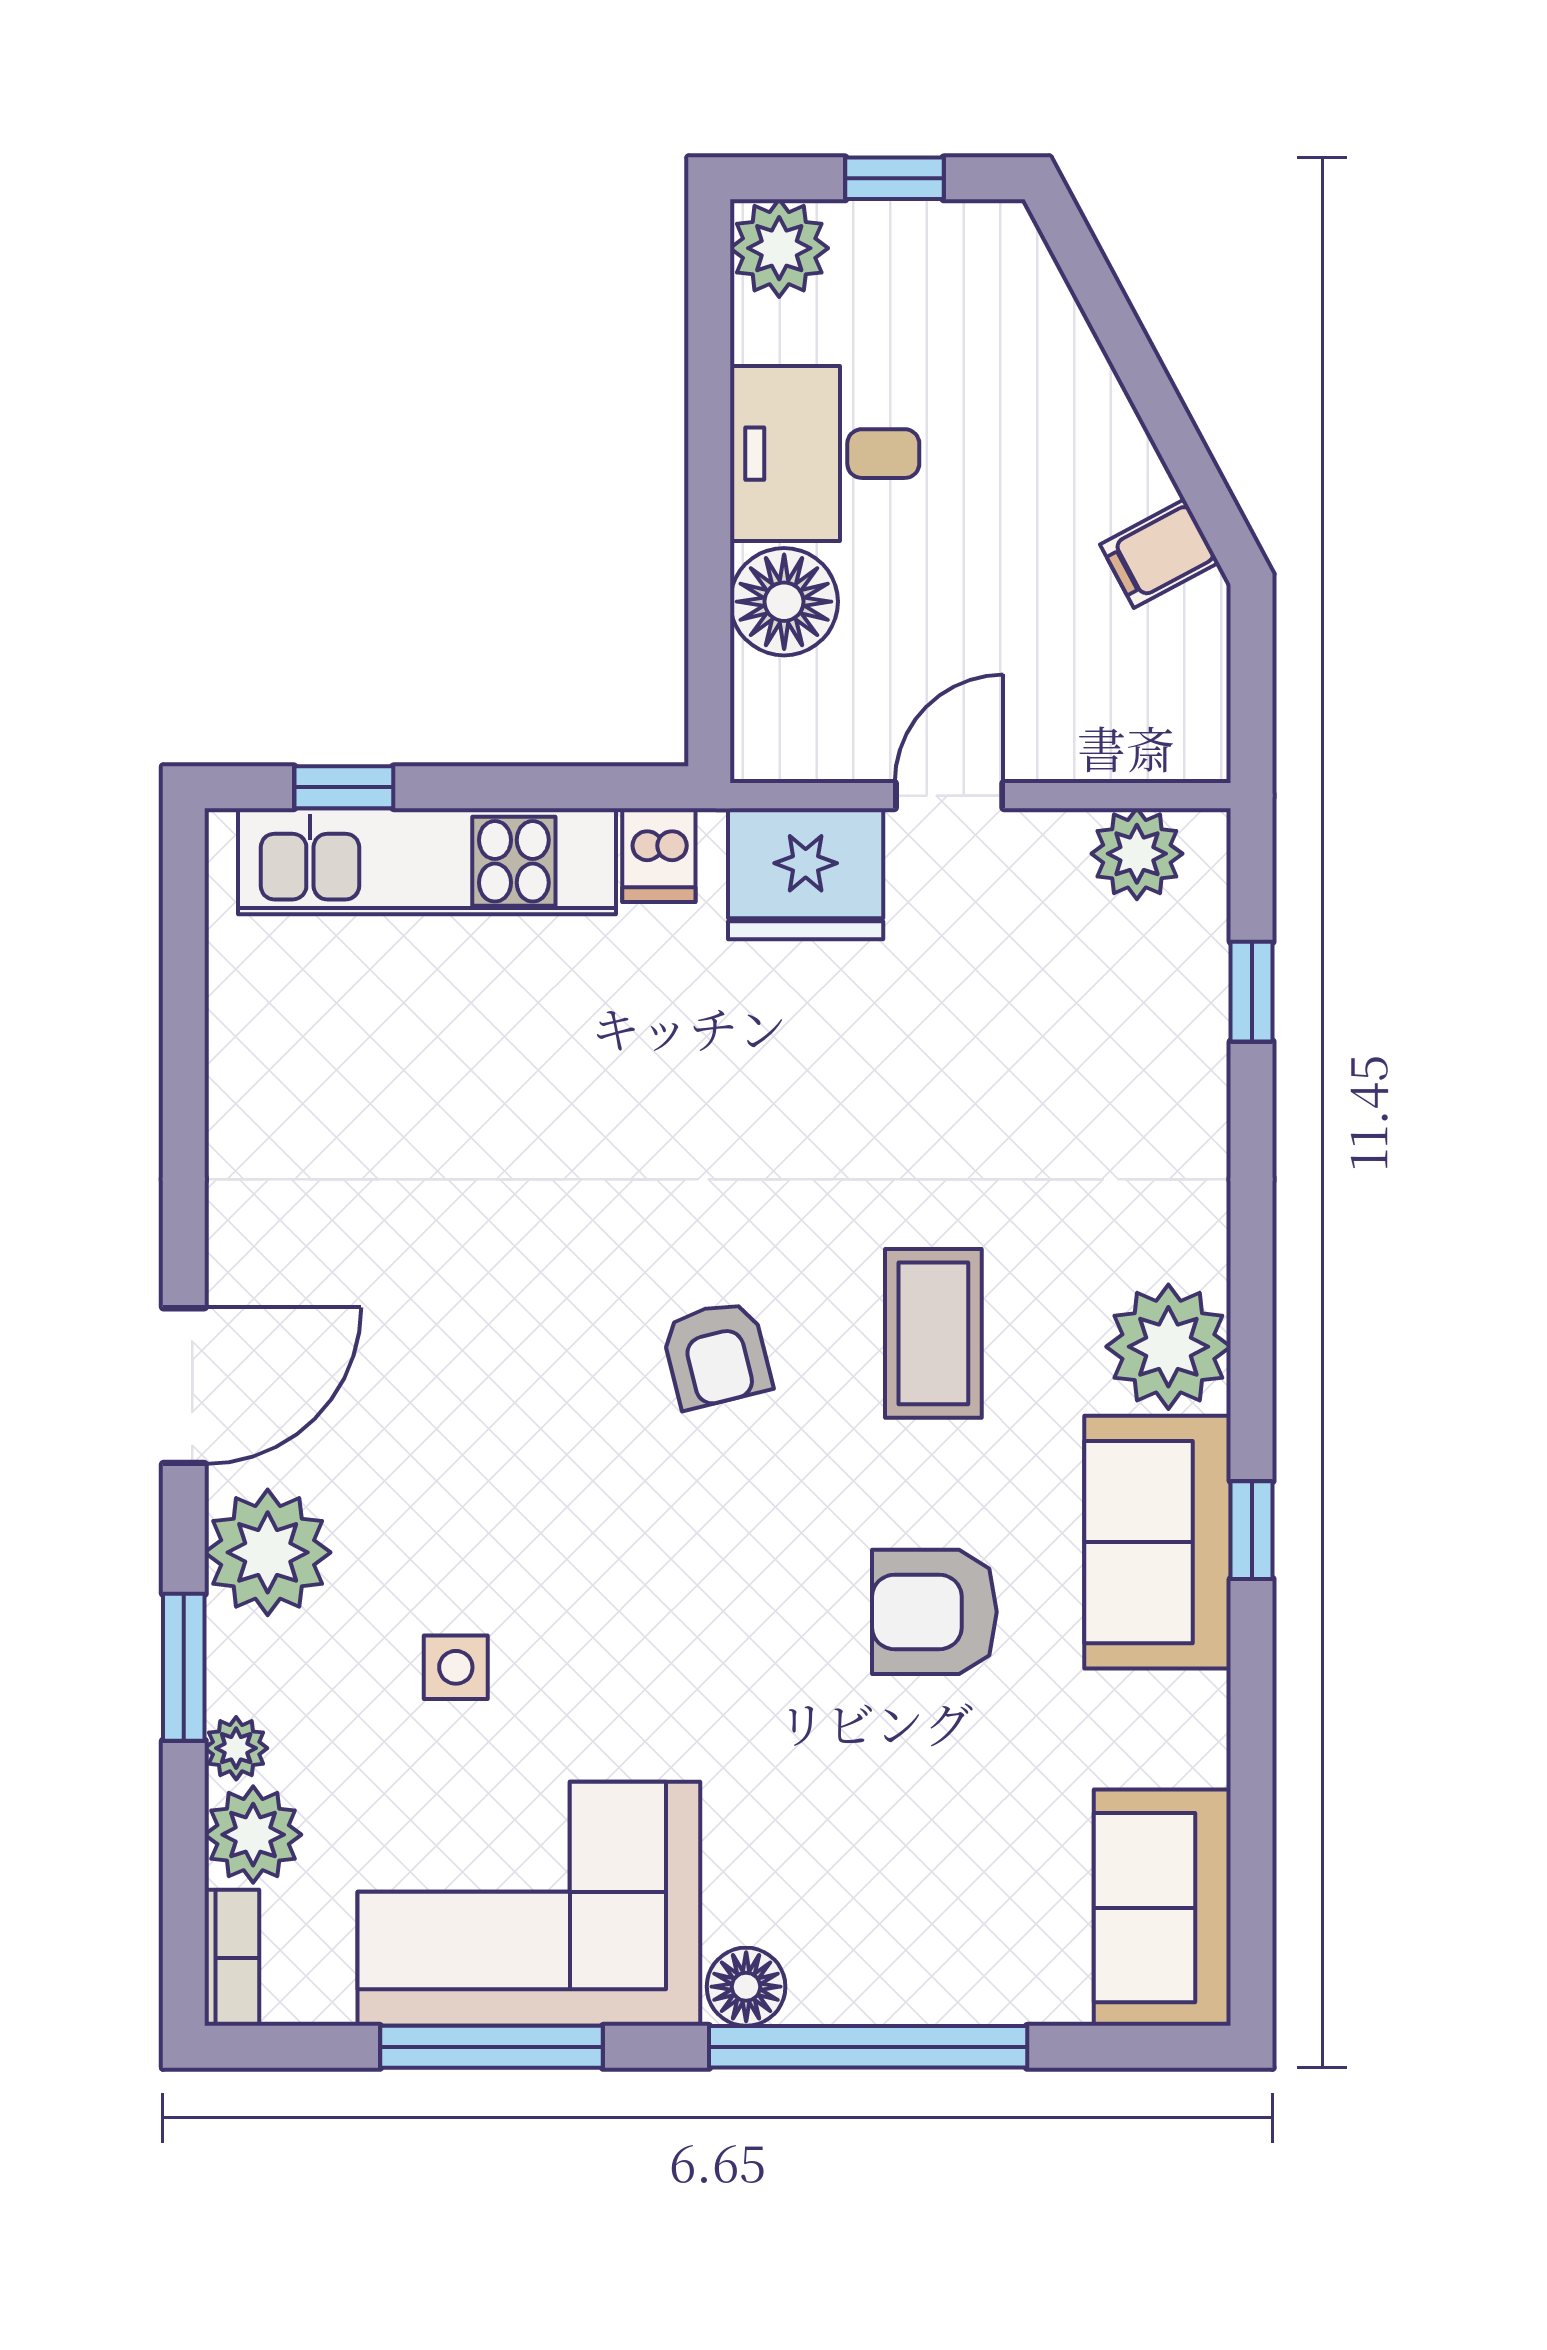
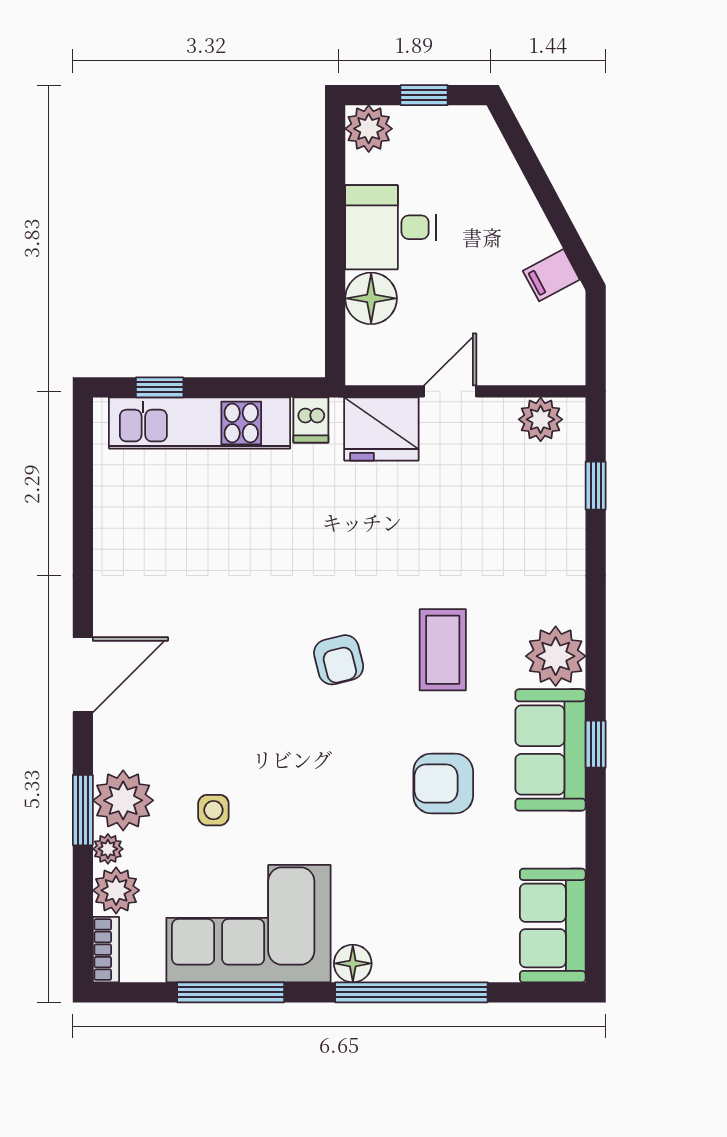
plant: (268, 1552) -> (123, 800), moved

